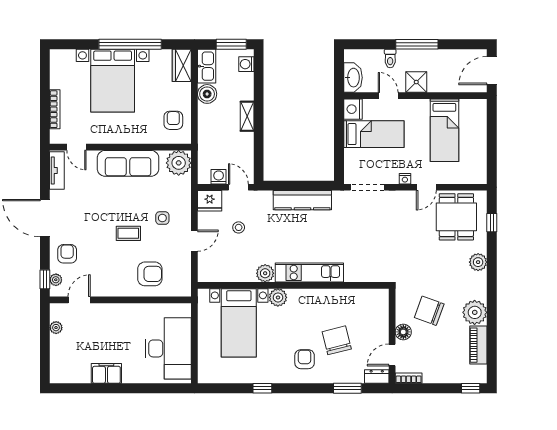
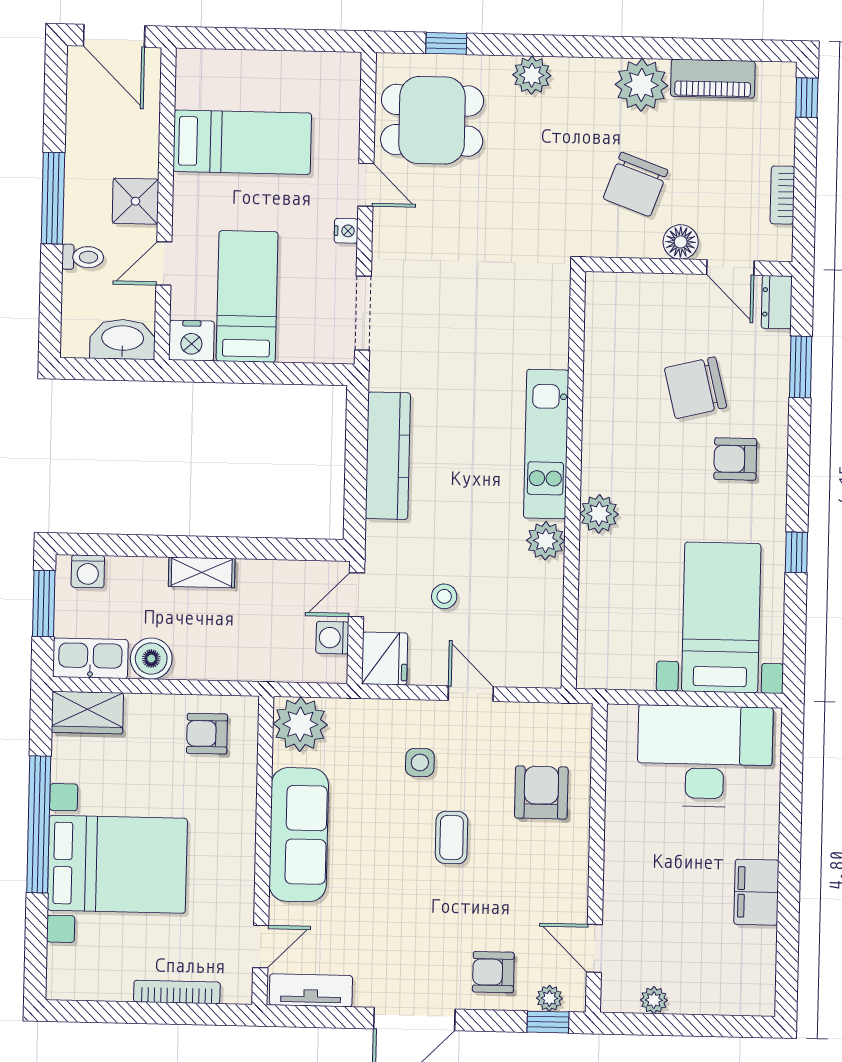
bed with nightstands: (239, 323) -> (721, 617), moved, turned -90
bookcase: (409, 378) -> (782, 195), moved

